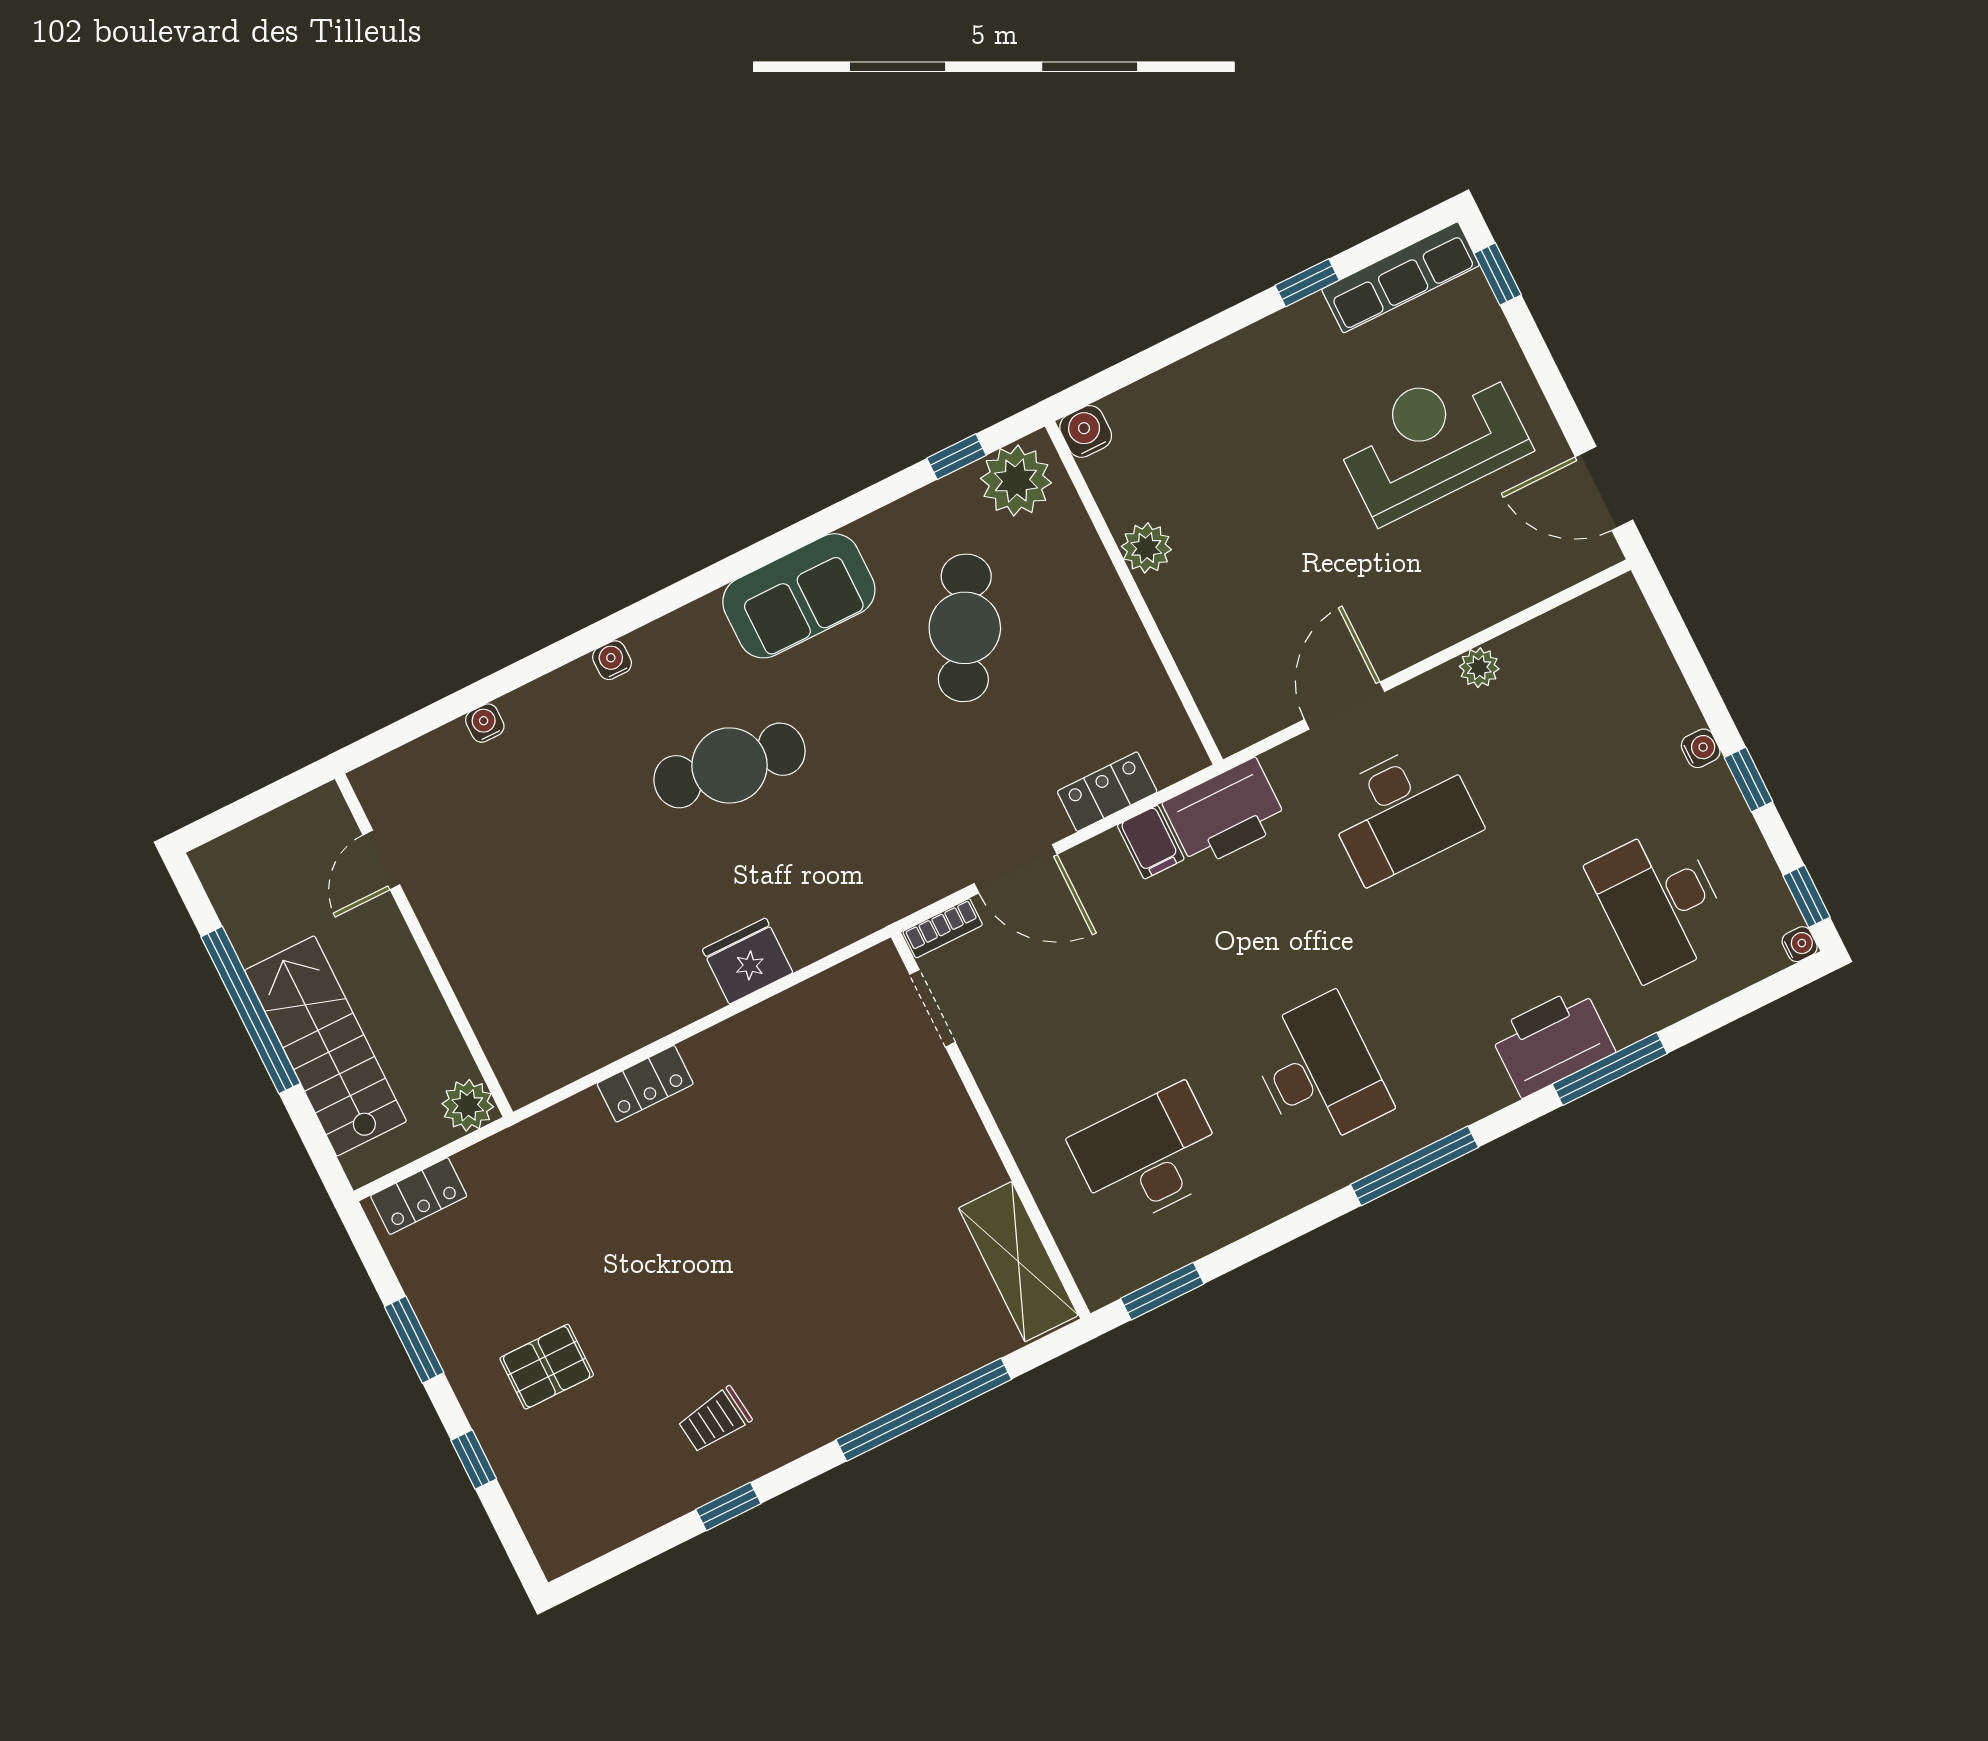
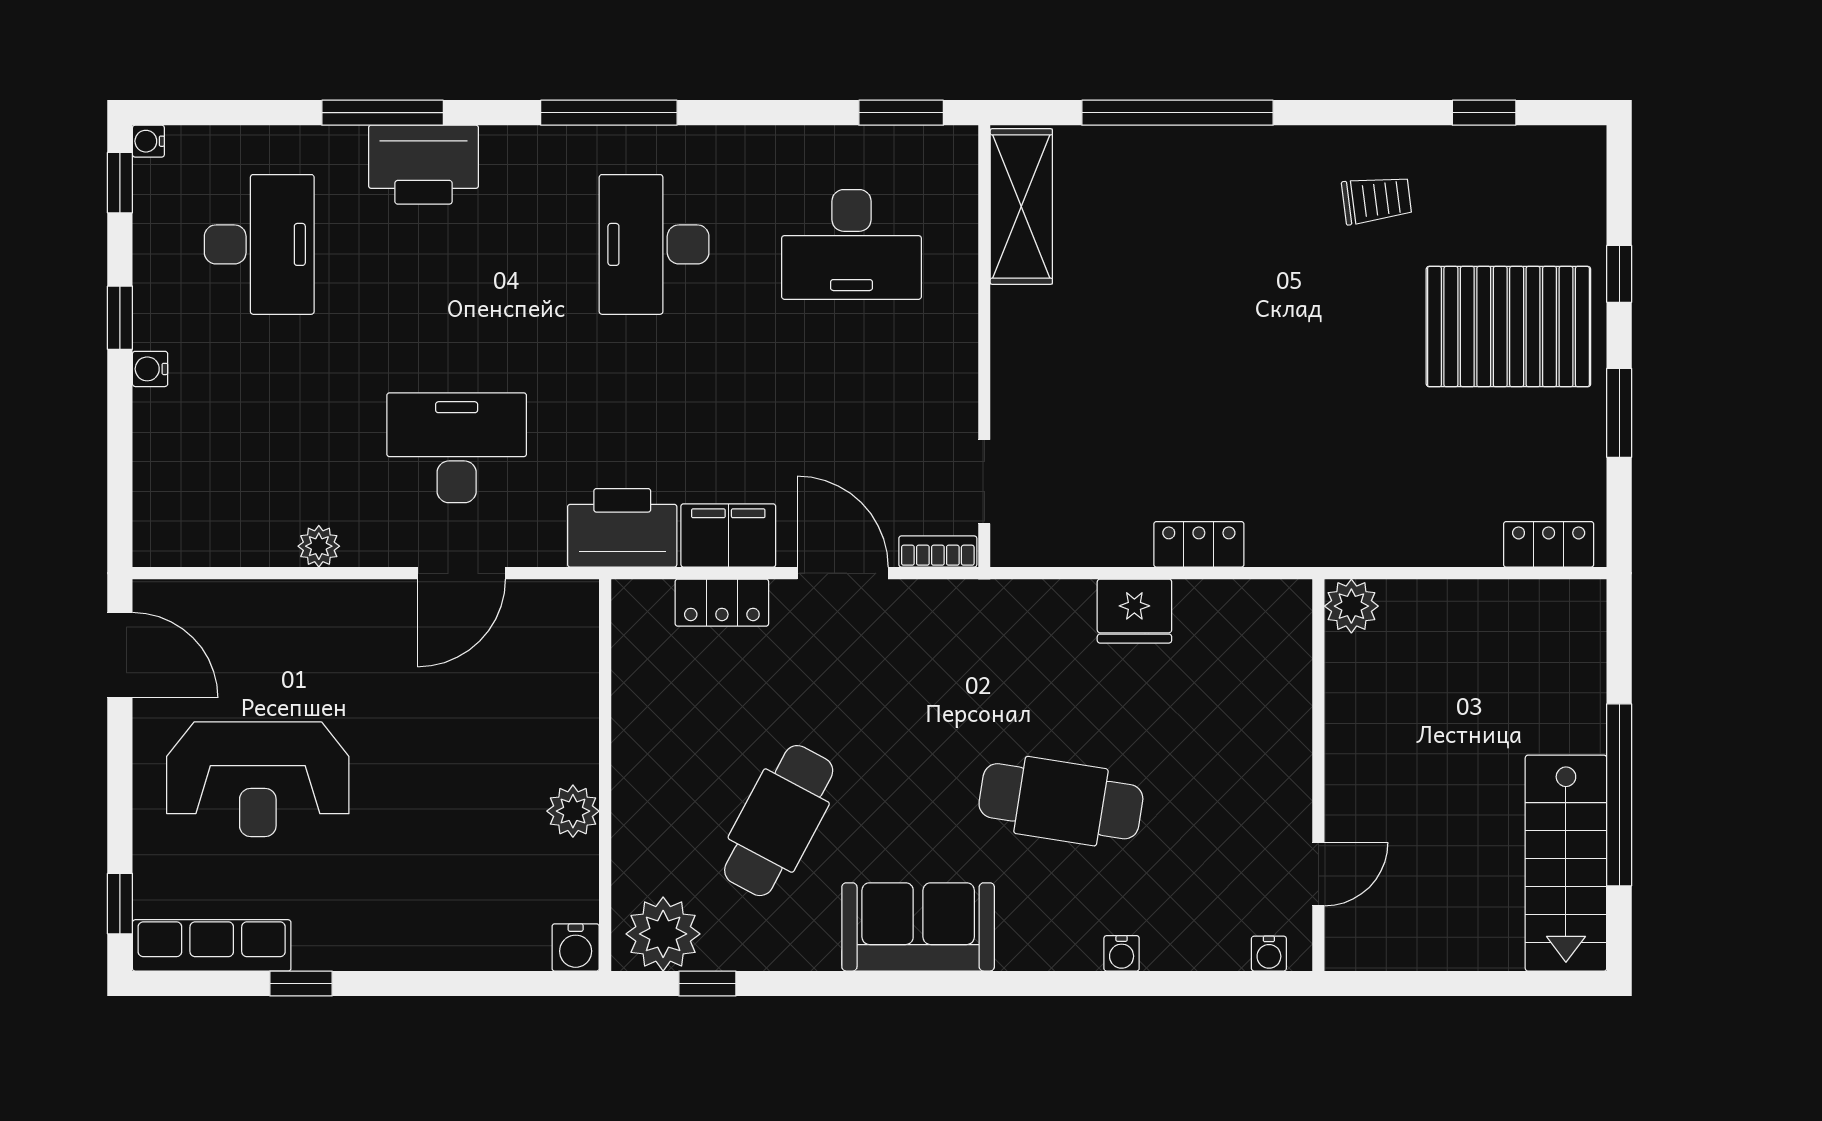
filing cabinet: (1151, 842) -> (728, 535), width x2.00
door: (381, 860) -> (1318, 874), moved
wall: (424, 945) -> (1318, 775), moved
stairs: (326, 1046) -> (1566, 863), moved
locker: (645, 1084) -> (1199, 544), moved
plant: (468, 1105) -> (1351, 606), moved
pallet: (547, 1367) -> (1508, 327), width x2.05, depth x2.00
window: (728, 1507) -> (1484, 113), moved

